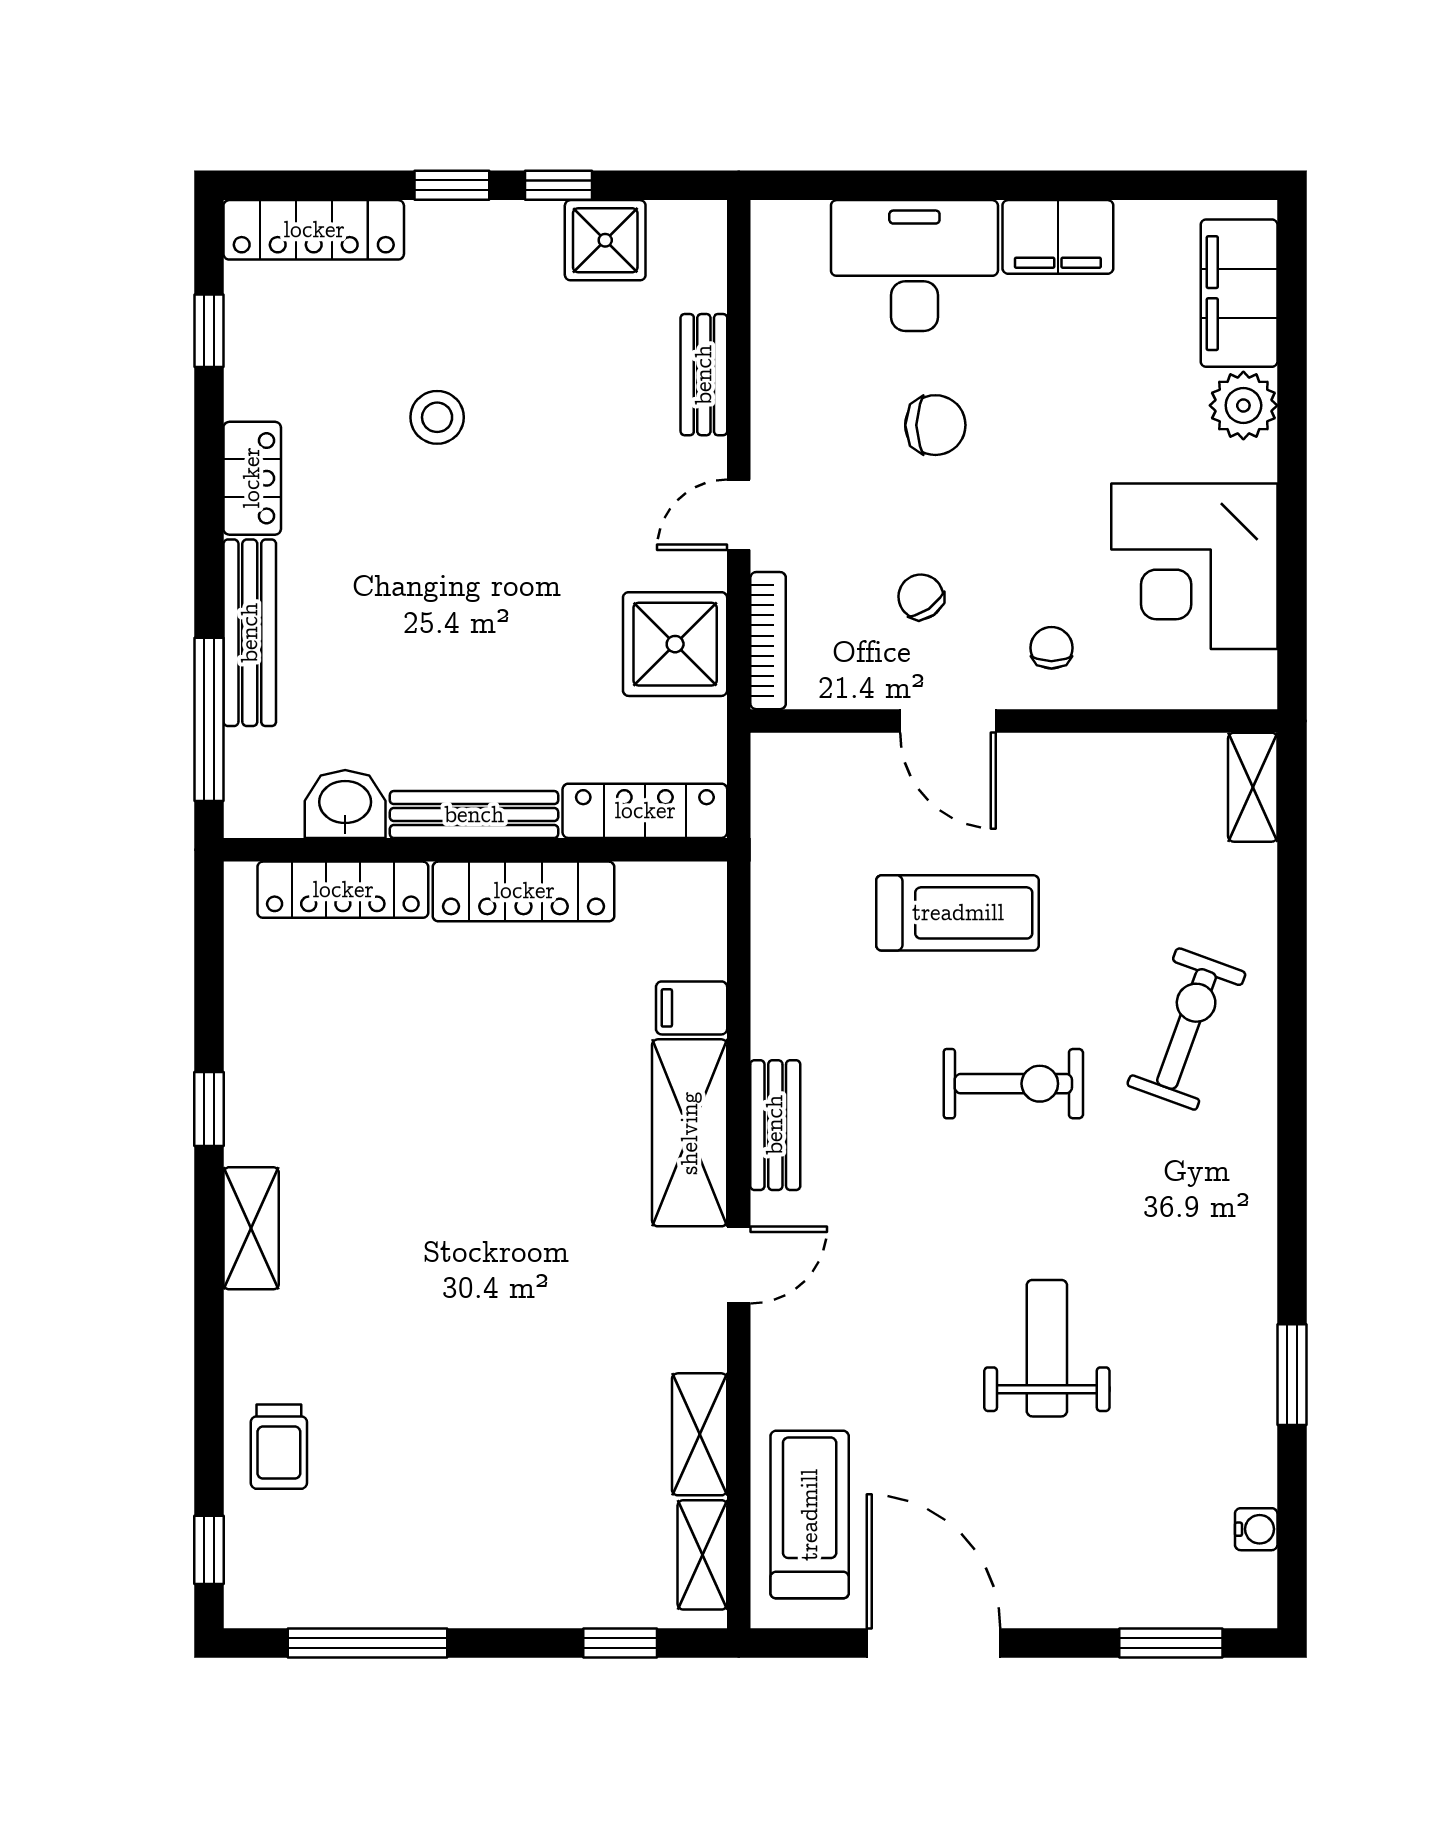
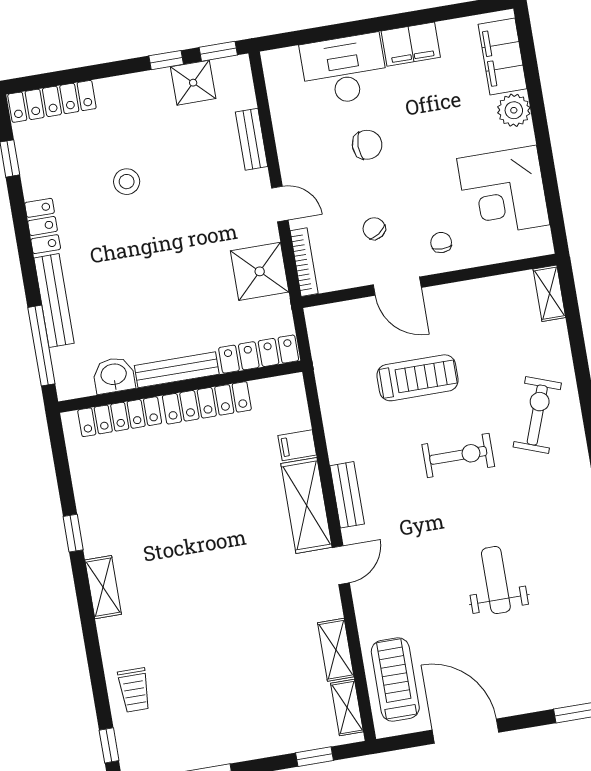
window: (452, 185) -> (218, 51), moved
door: (739, 515) -> (280, 204), swing flipped

